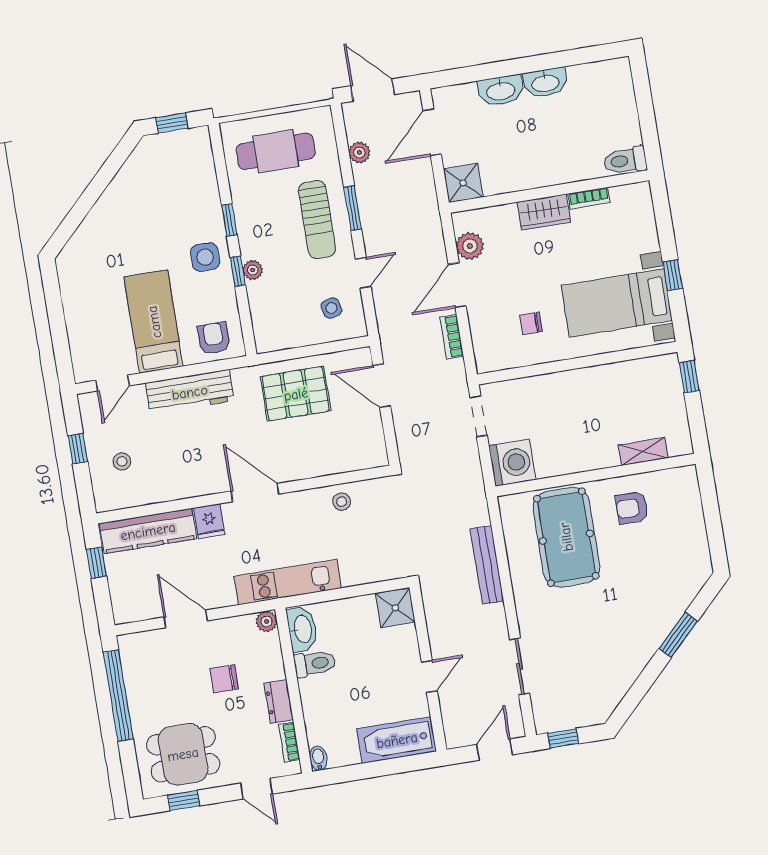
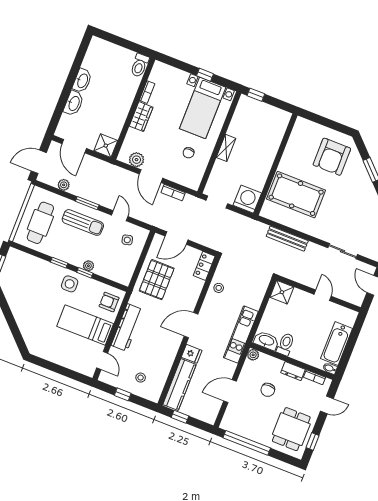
shelving: (643, 451) -> (226, 148), moved
locker: (363, 457) -> (204, 266), added
armchair: (632, 508) -> (332, 157), moved, width x1.88, depth x1.88
bathtub: (397, 740) -> (337, 344), moved

